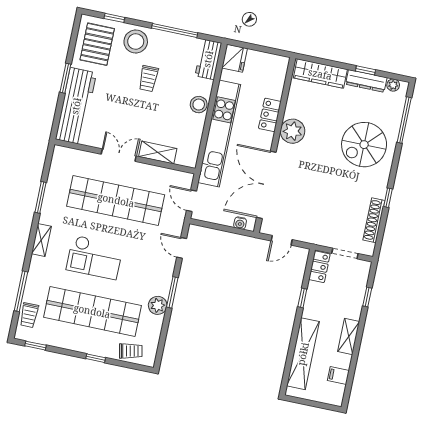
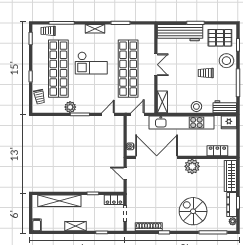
locker: (270, 115) -> (217, 151), moved
shelving: (158, 152) -> (162, 102), moved
checkout: (95, 257) -> (91, 63), turned -90
filing cabinet: (338, 376) -> (37, 225), moved

